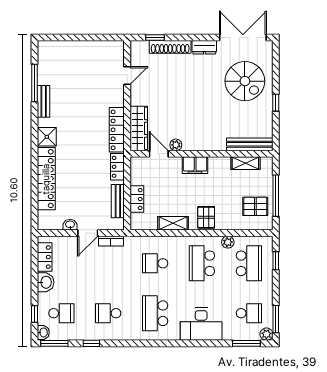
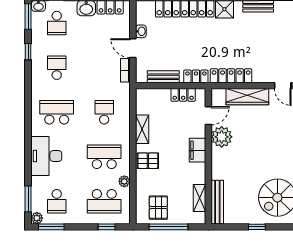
wardrobe: (139, 128) -> (247, 97), moved
plant: (176, 145) -> (222, 137), width x1.88, depth x1.88
locker: (137, 199) -> (183, 95), moved

